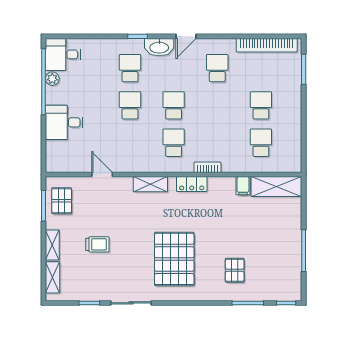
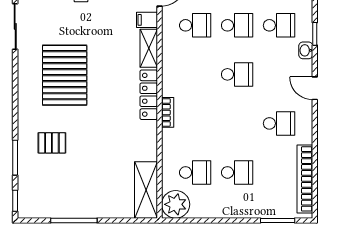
washbasin: (159, 47) -> (306, 50), width x0.52, depth x0.69
school desk: (174, 143) -> (195, 25), moved
plant: (289, 160) -> (176, 204), added
locker: (192, 184) -> (149, 95), width x1.53
filing cabinet: (243, 186) -> (147, 20), moved
pallet: (174, 259) -> (65, 75), turned 90

